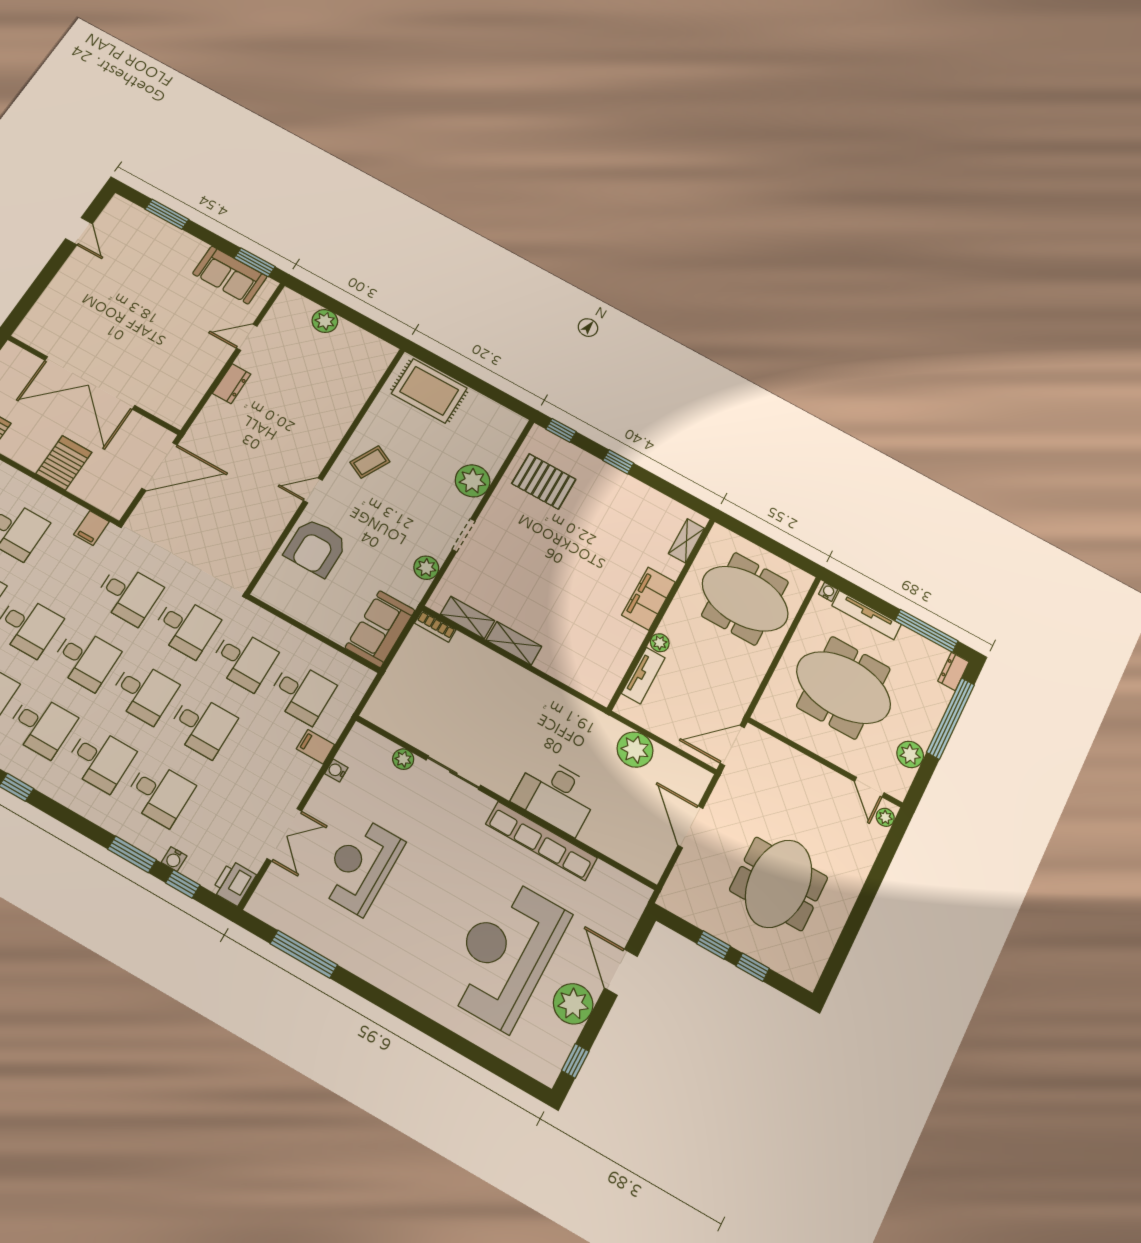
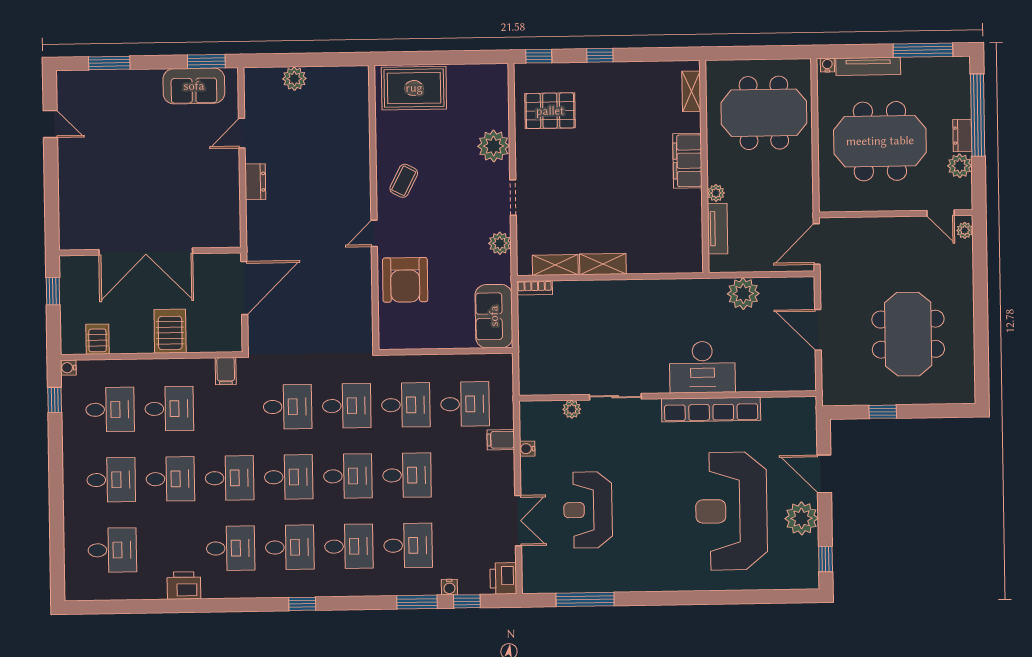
dresser: (953, 671) -> (962, 135), moved
window: (753, 967) -> (921, 411), removed

